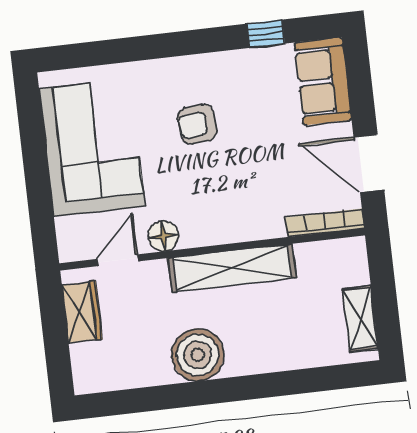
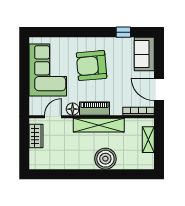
armchair: (197, 124) -> (92, 66), width x1.88, depth x1.88
piano: (217, 229) -> (95, 109), added
shelving: (360, 319) -> (148, 140), moved
boiler: (198, 355) -> (105, 159), moved

